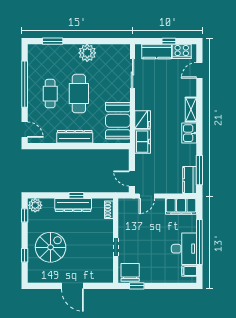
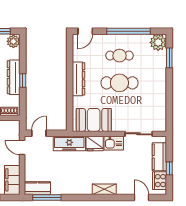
plant: (87, 53) -> (158, 42), moved
kitchen sink: (189, 133) -> (114, 143), moved, turned 180
freezer: (143, 142) -> (69, 144), width x1.40

